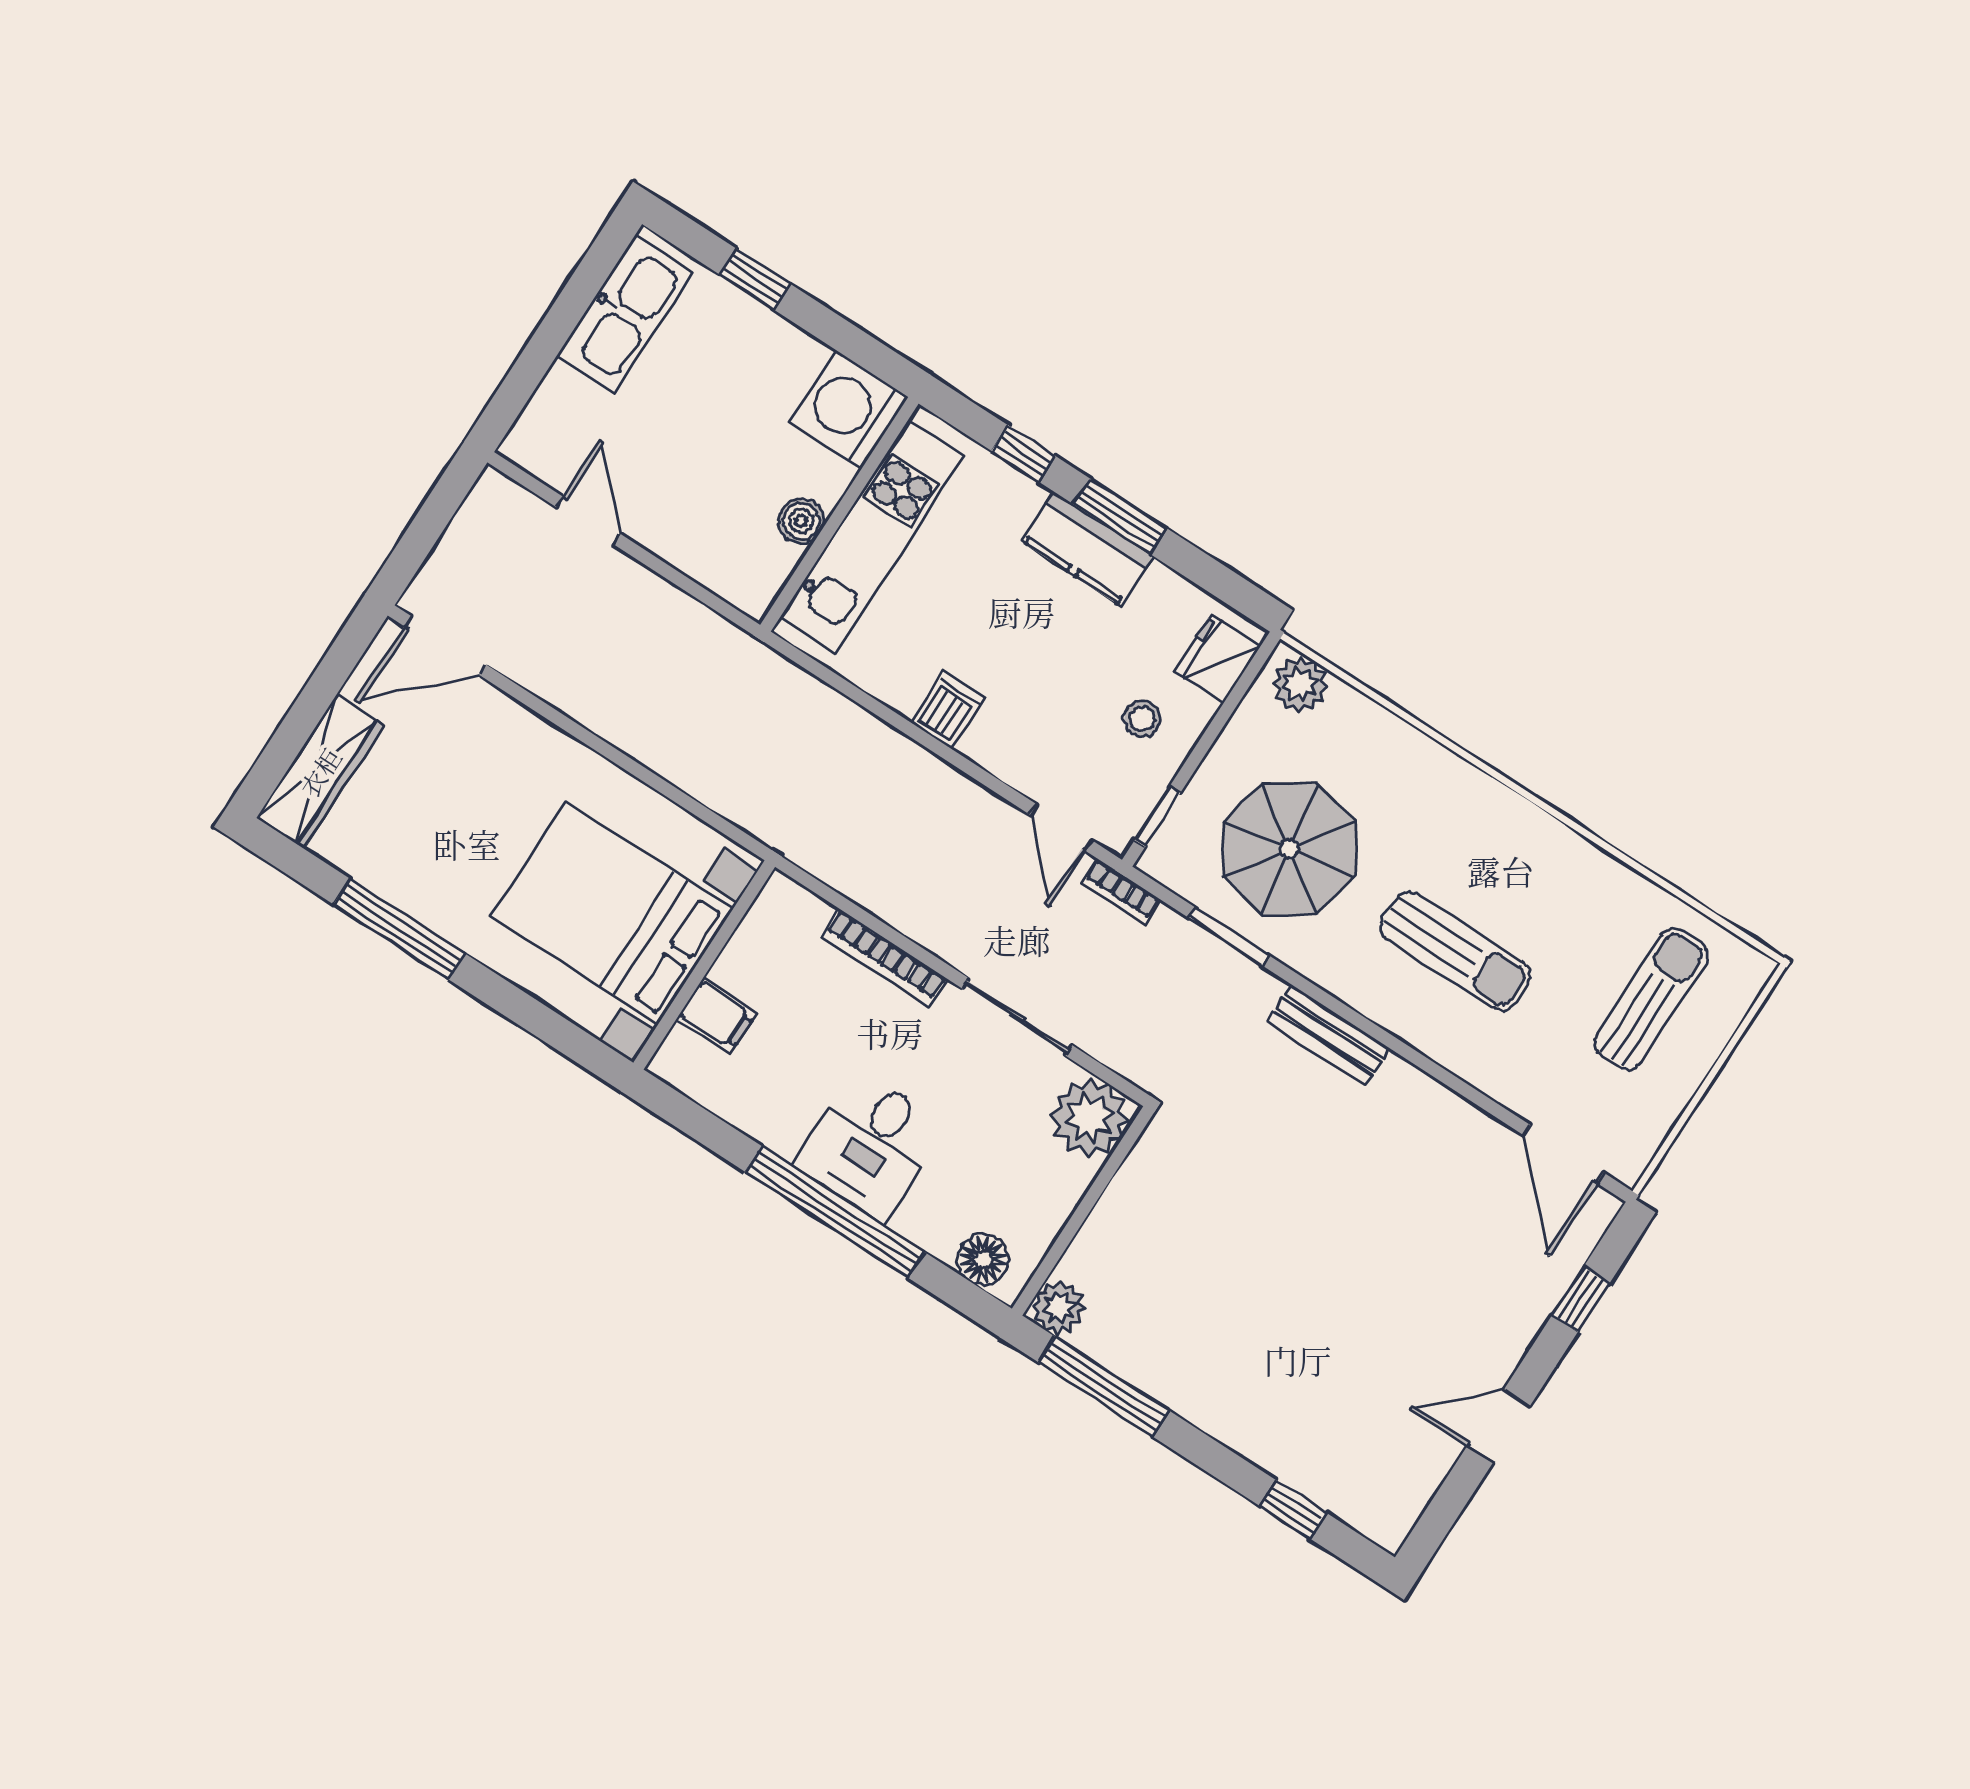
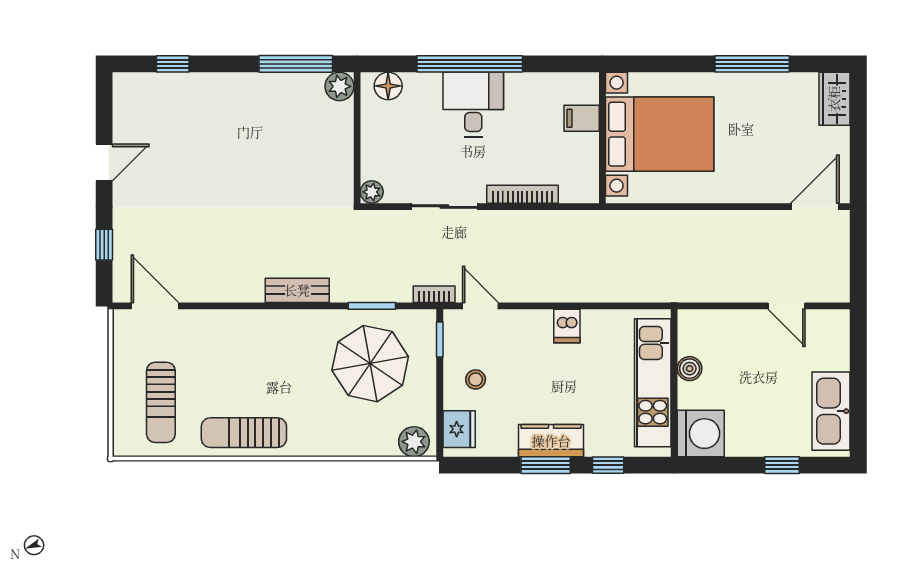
wardrobe: (320, 772) -> (834, 99), width x0.67
sun lounger: (1455, 951) -> (244, 433), moved
plant: (1089, 1118) -> (372, 192), width x0.53, depth x0.53

